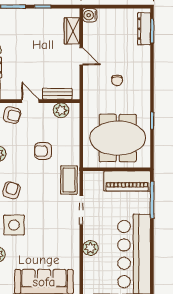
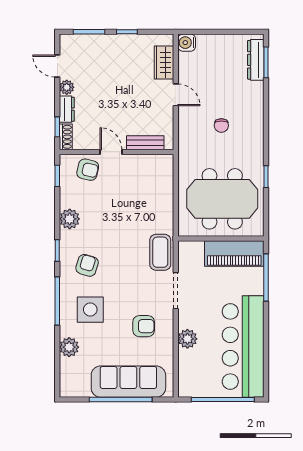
plant: (61, 110) -> (150, 164), removed
armchair: (43, 151) -> (144, 326), moved, turned 180

